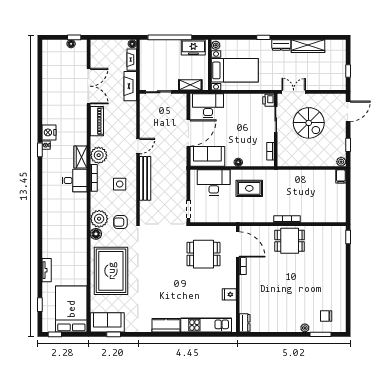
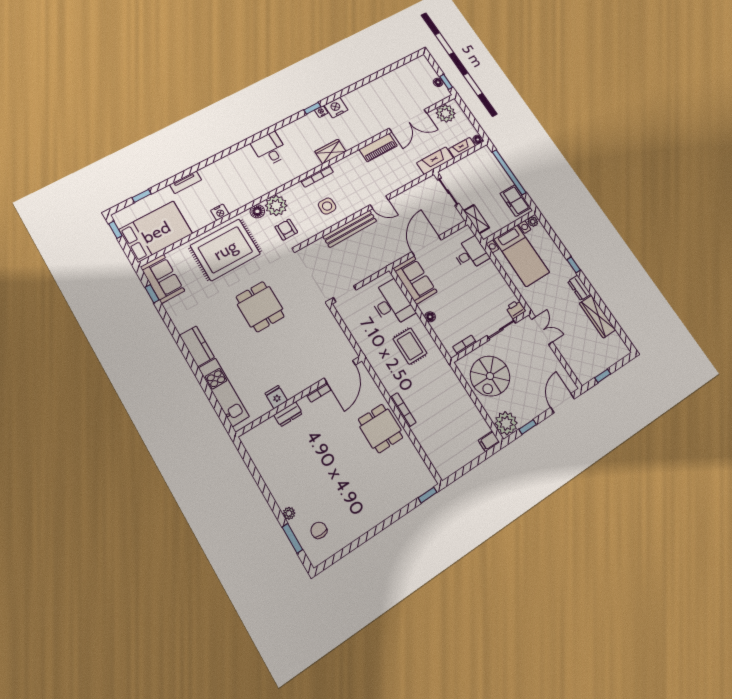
desk: (208, 106) -> (471, 254), width x0.73
door: (348, 111) -> (562, 403), swing flipped
spiral stairs: (309, 123) -> (490, 376), moved
door: (188, 133) -> (427, 246), swing flipped
plant: (99, 155) -> (446, 113), moved
plant: (341, 162) -> (506, 423), width x1.88, depth x1.88
desk: (75, 180) -> (270, 149), moved, turned 180
dining table: (203, 254) -> (260, 307), moved
nightstand: (82, 259) -> (220, 212), added
dresser: (245, 323) -> (288, 414), moved

